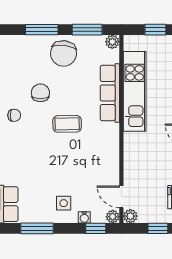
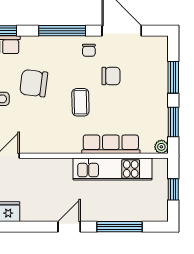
chair: (64, 53) -> (34, 83), moved

